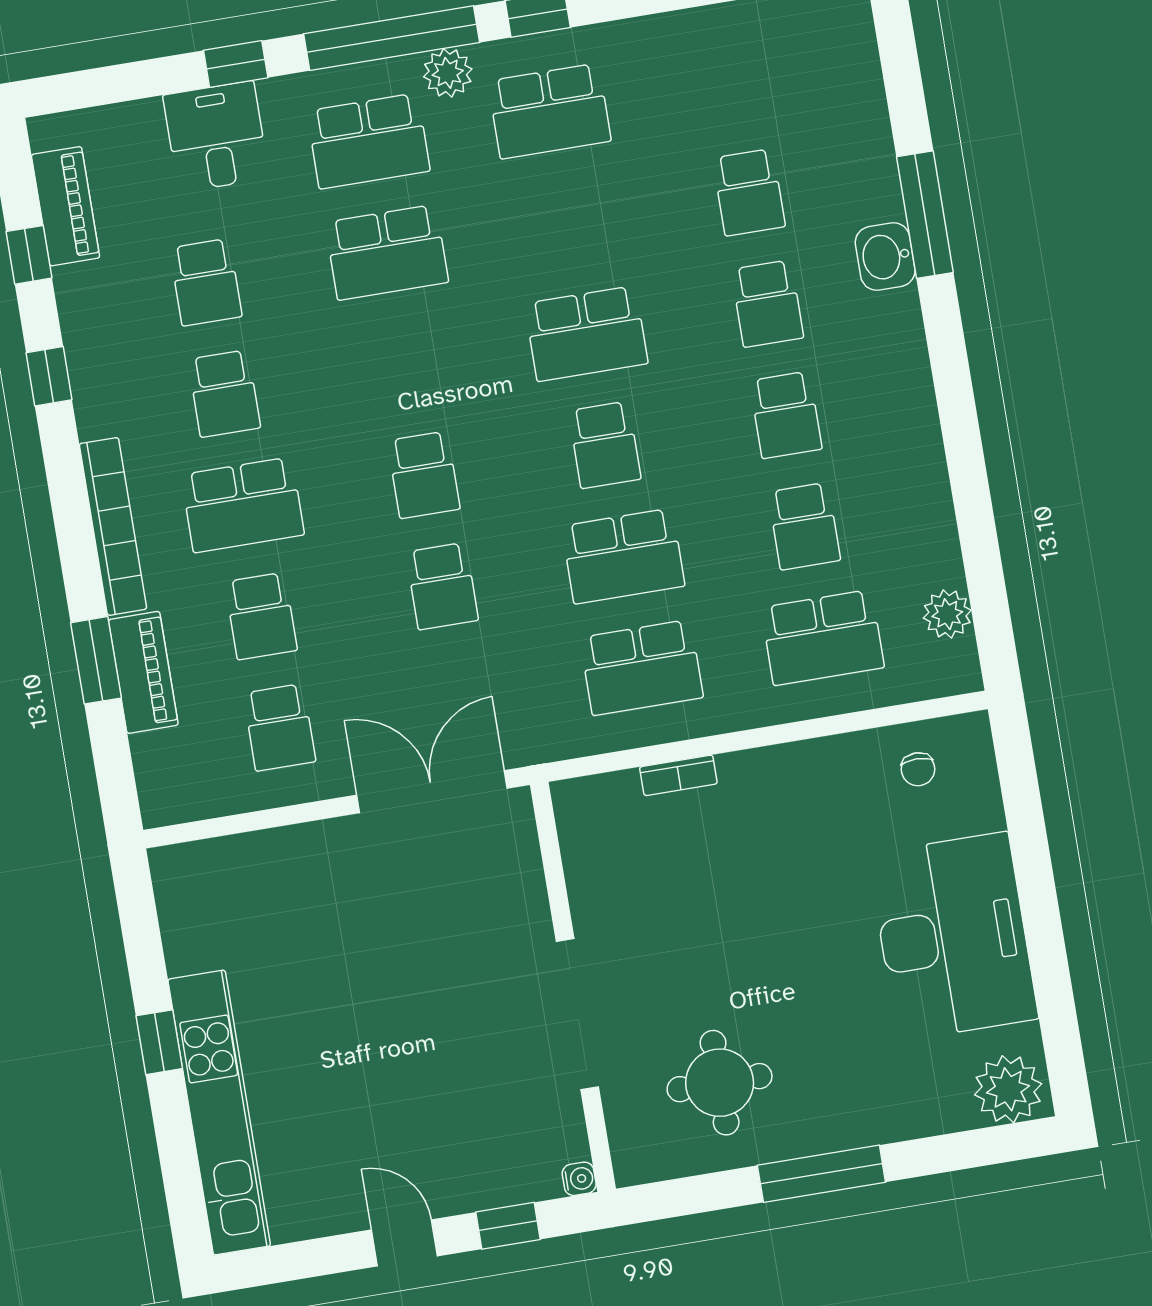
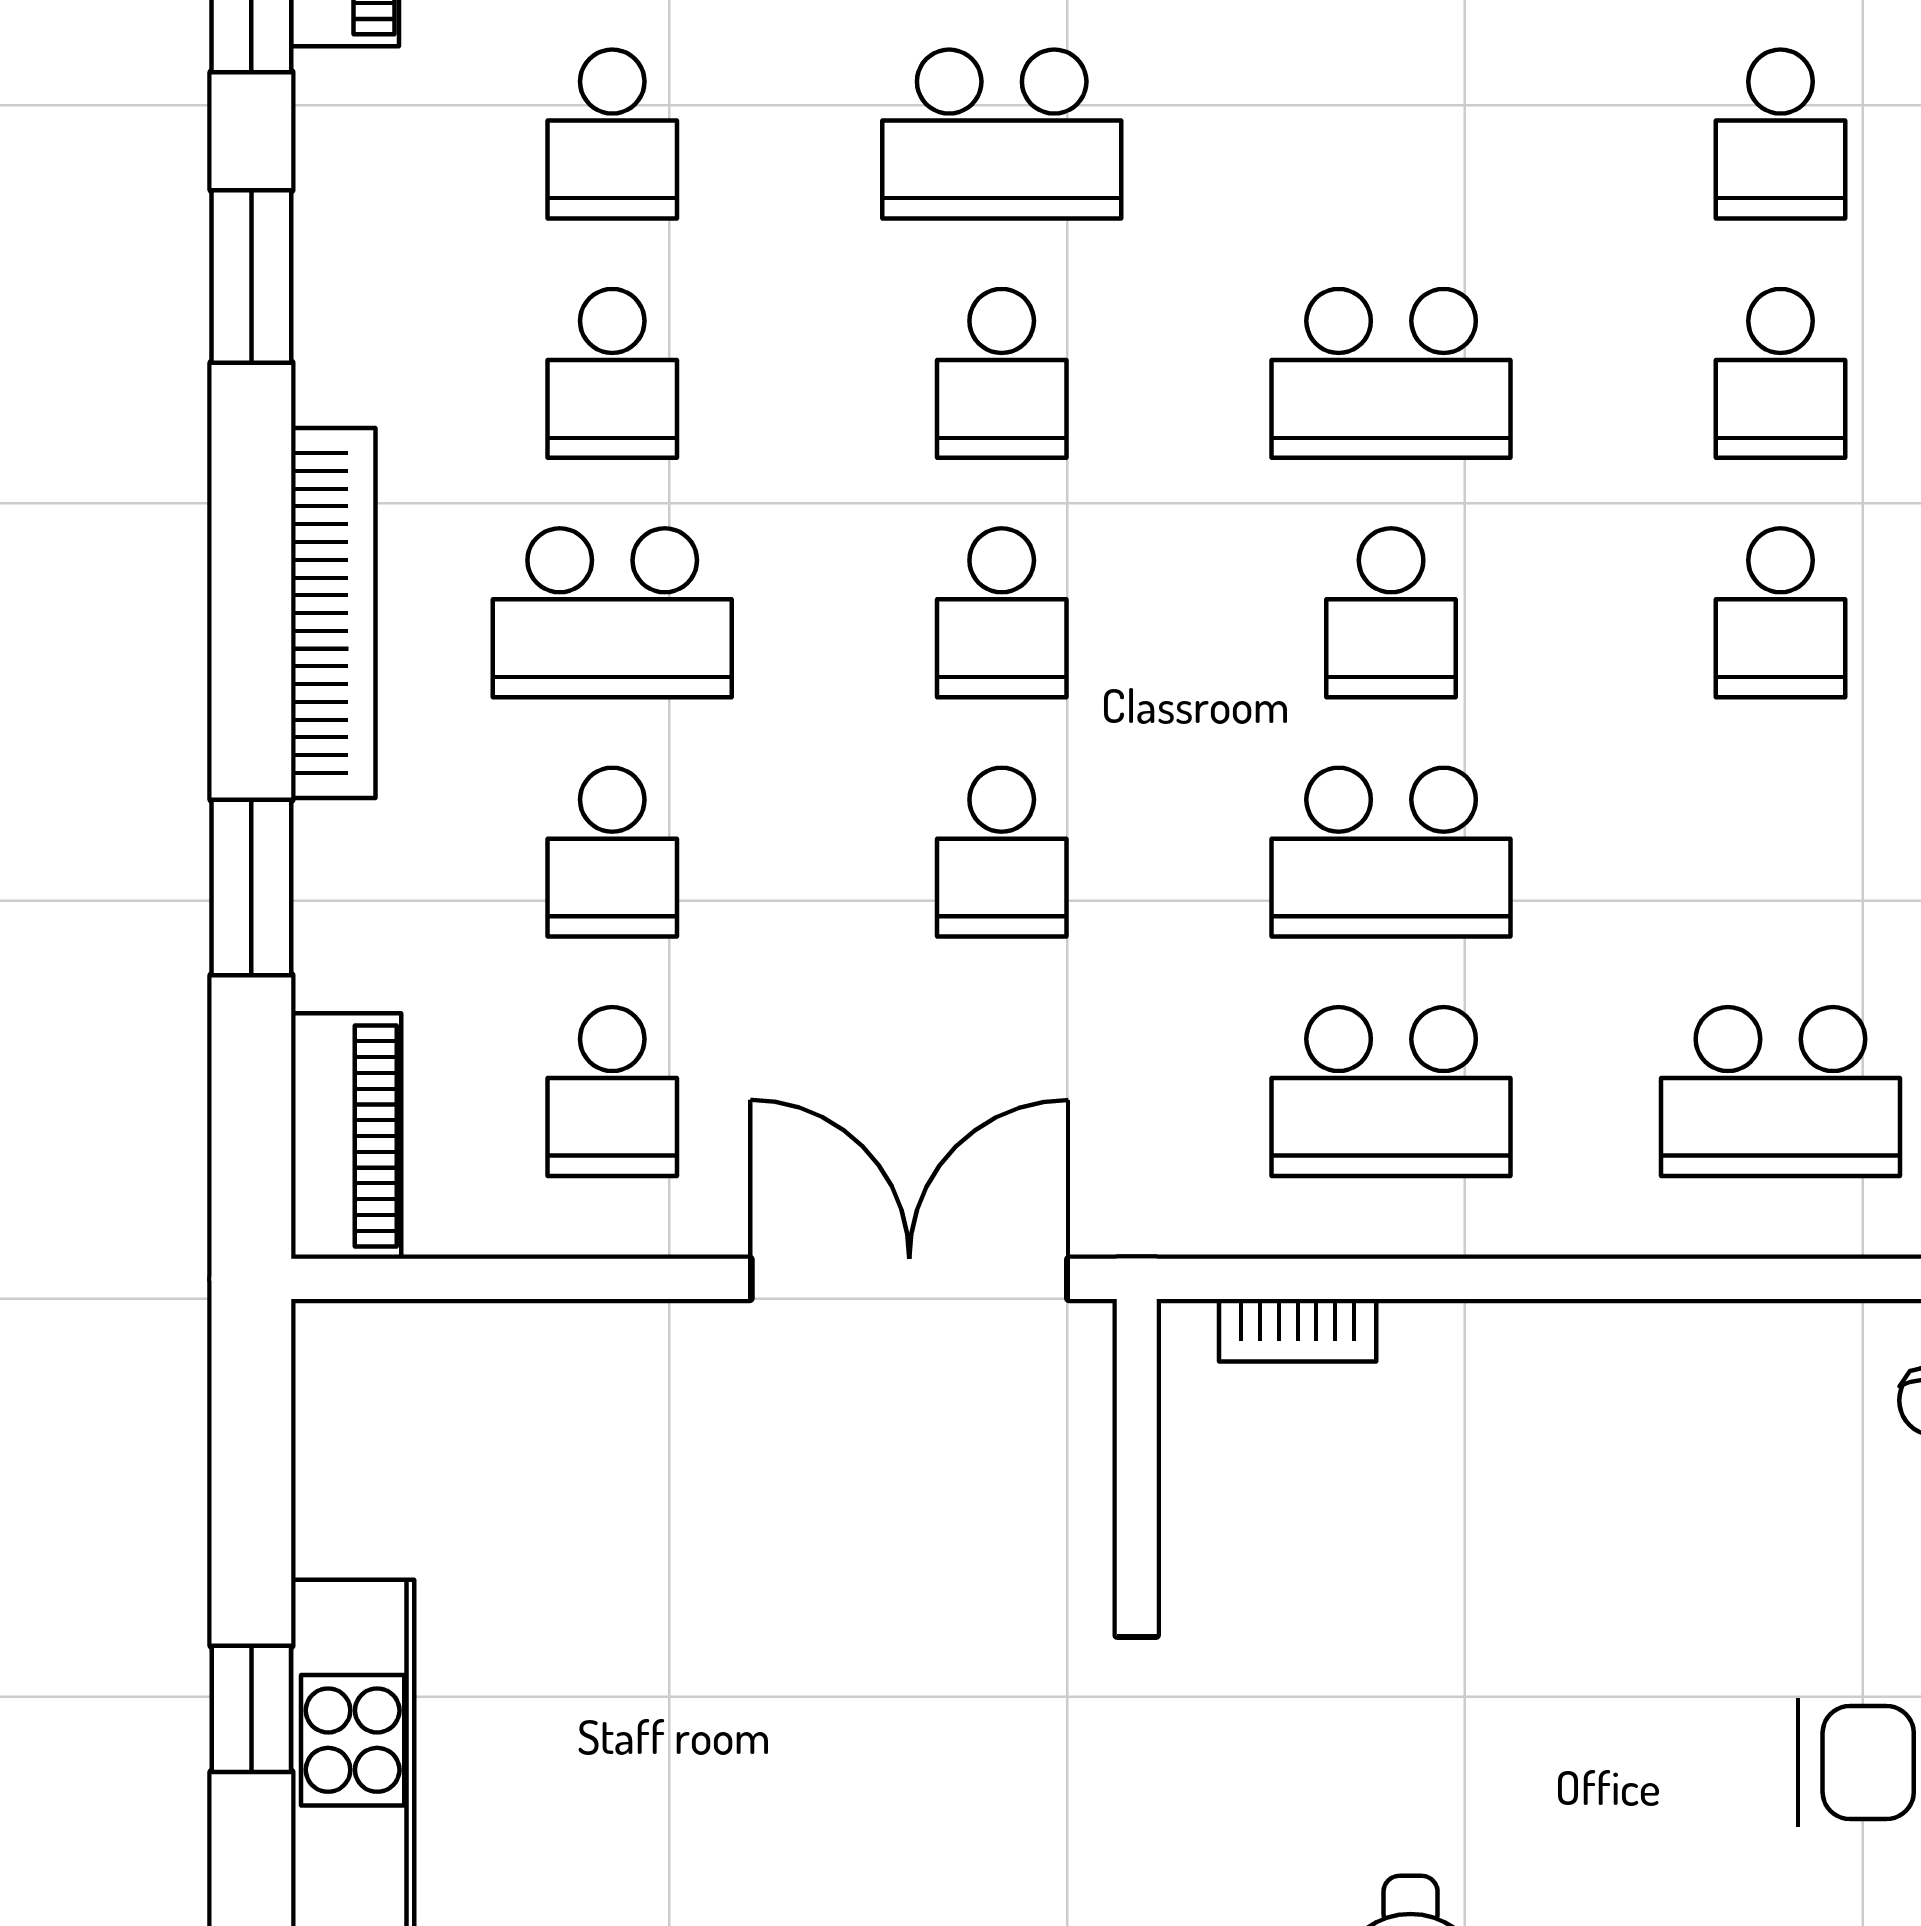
window: (49, 376) -> (251, 276), width x1.50
school desk: (804, 526) -> (1002, 373), moved
piano: (143, 672) -> (346, 1136), moved
bookcase: (678, 775) -> (1298, 1330), moved

